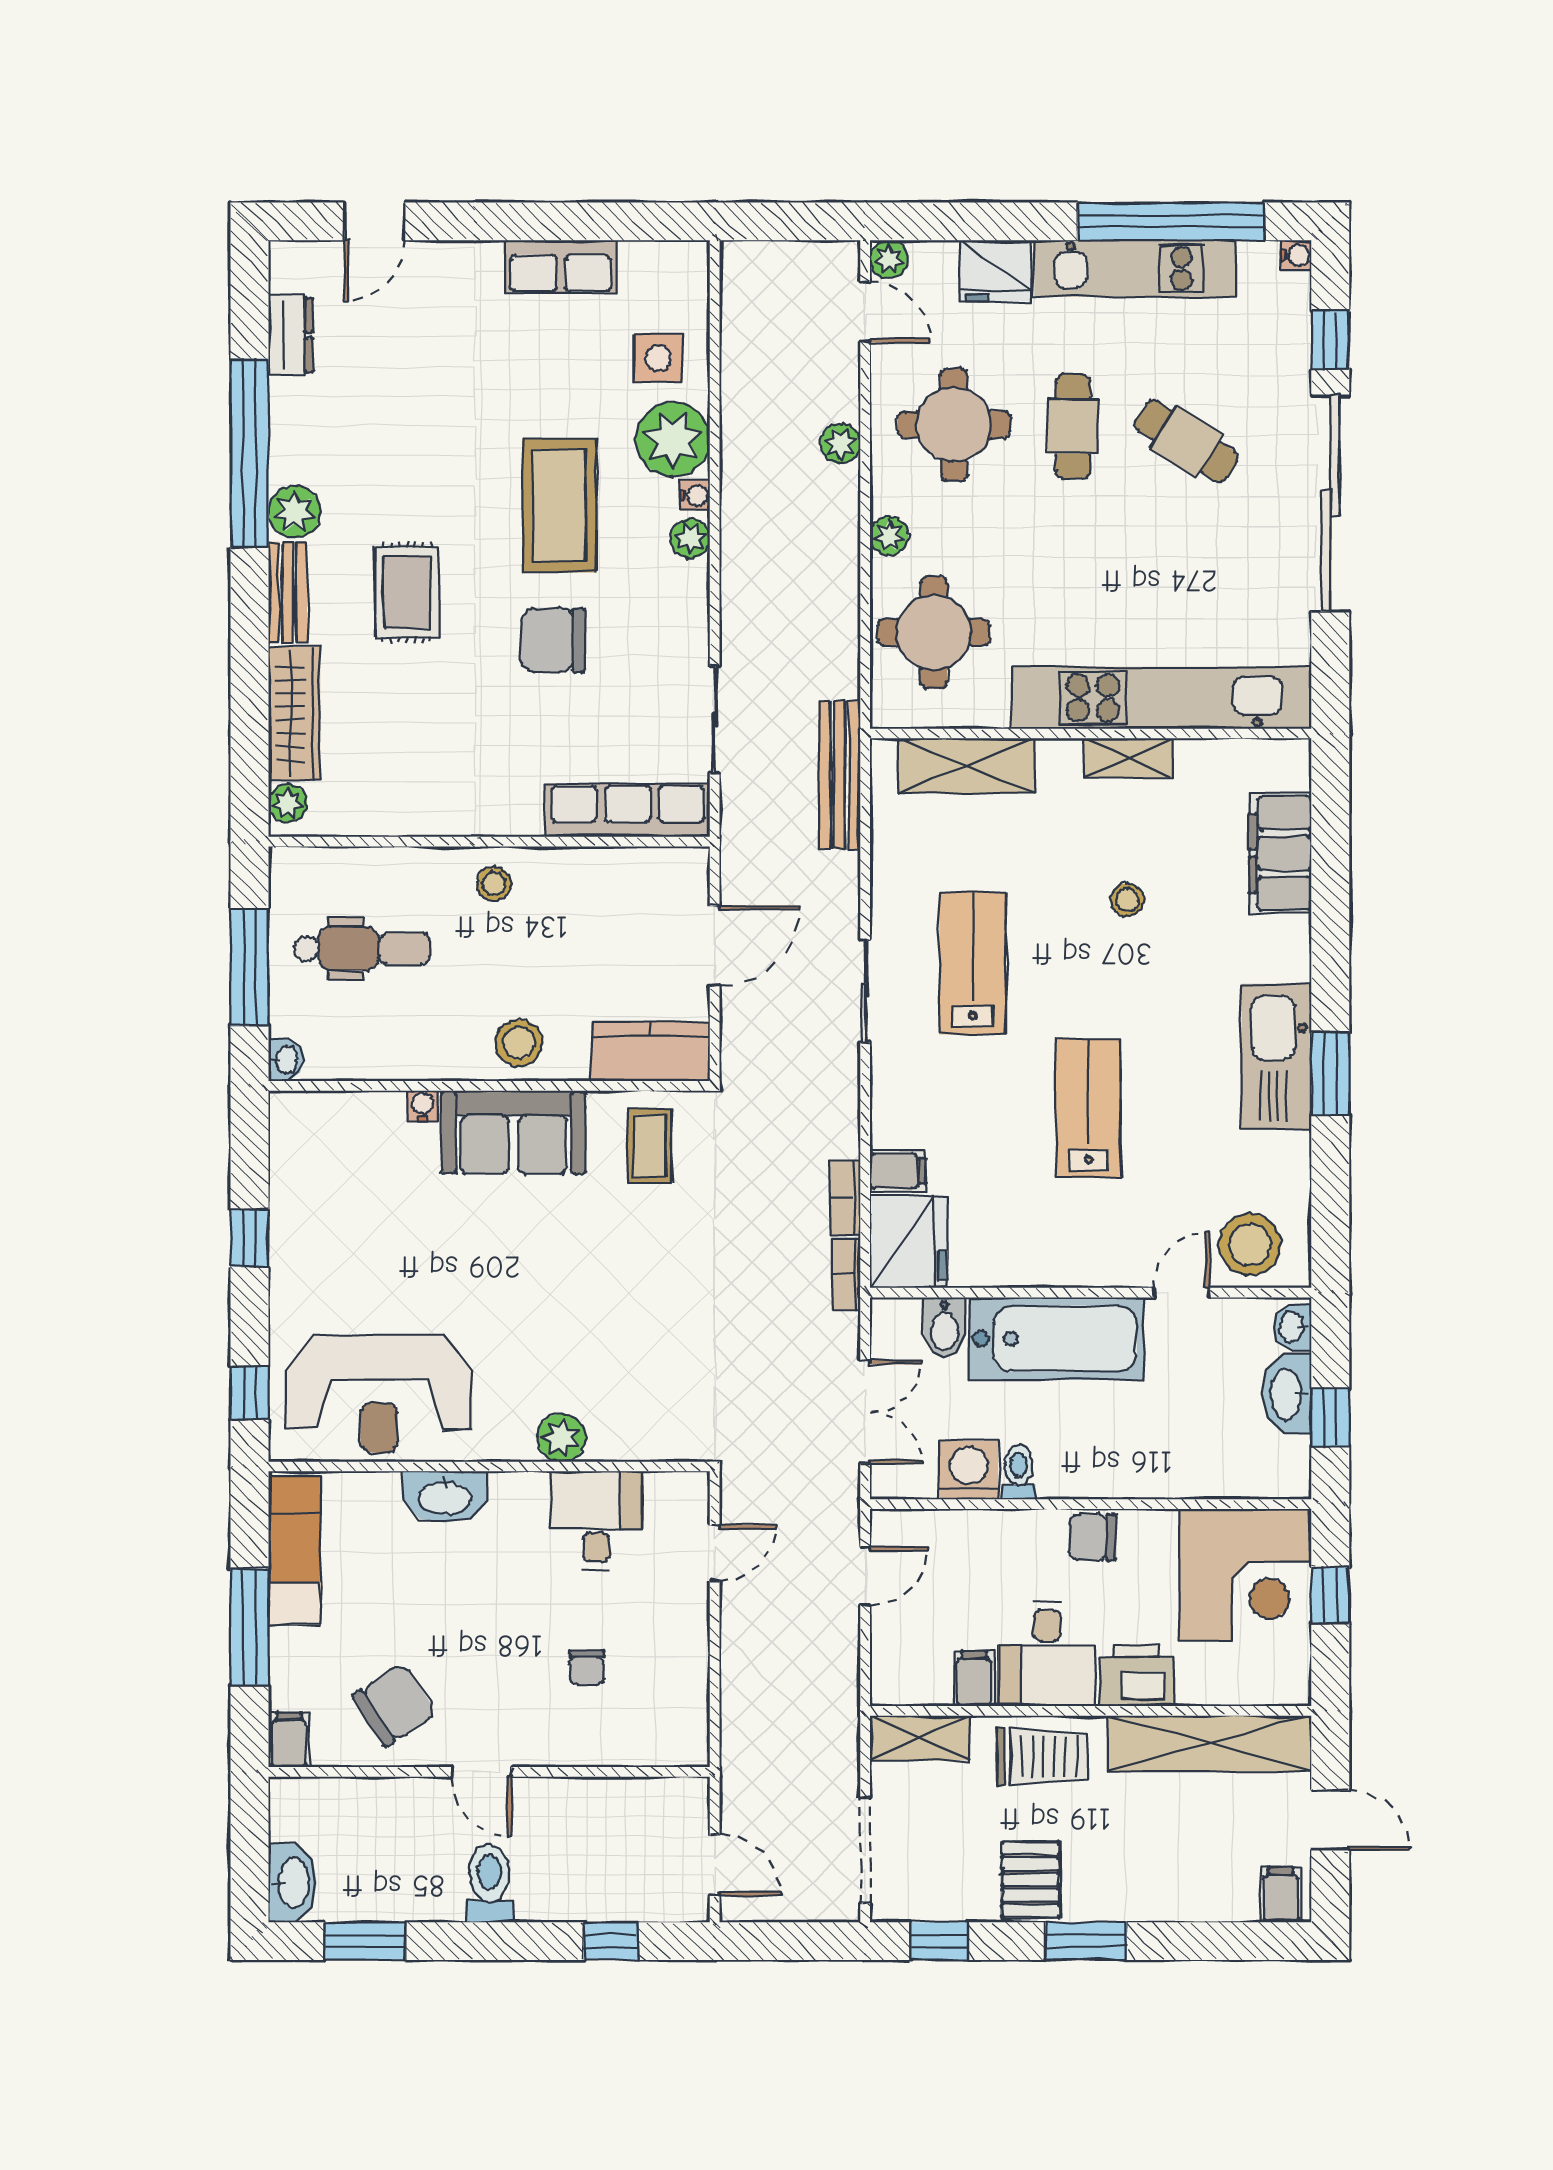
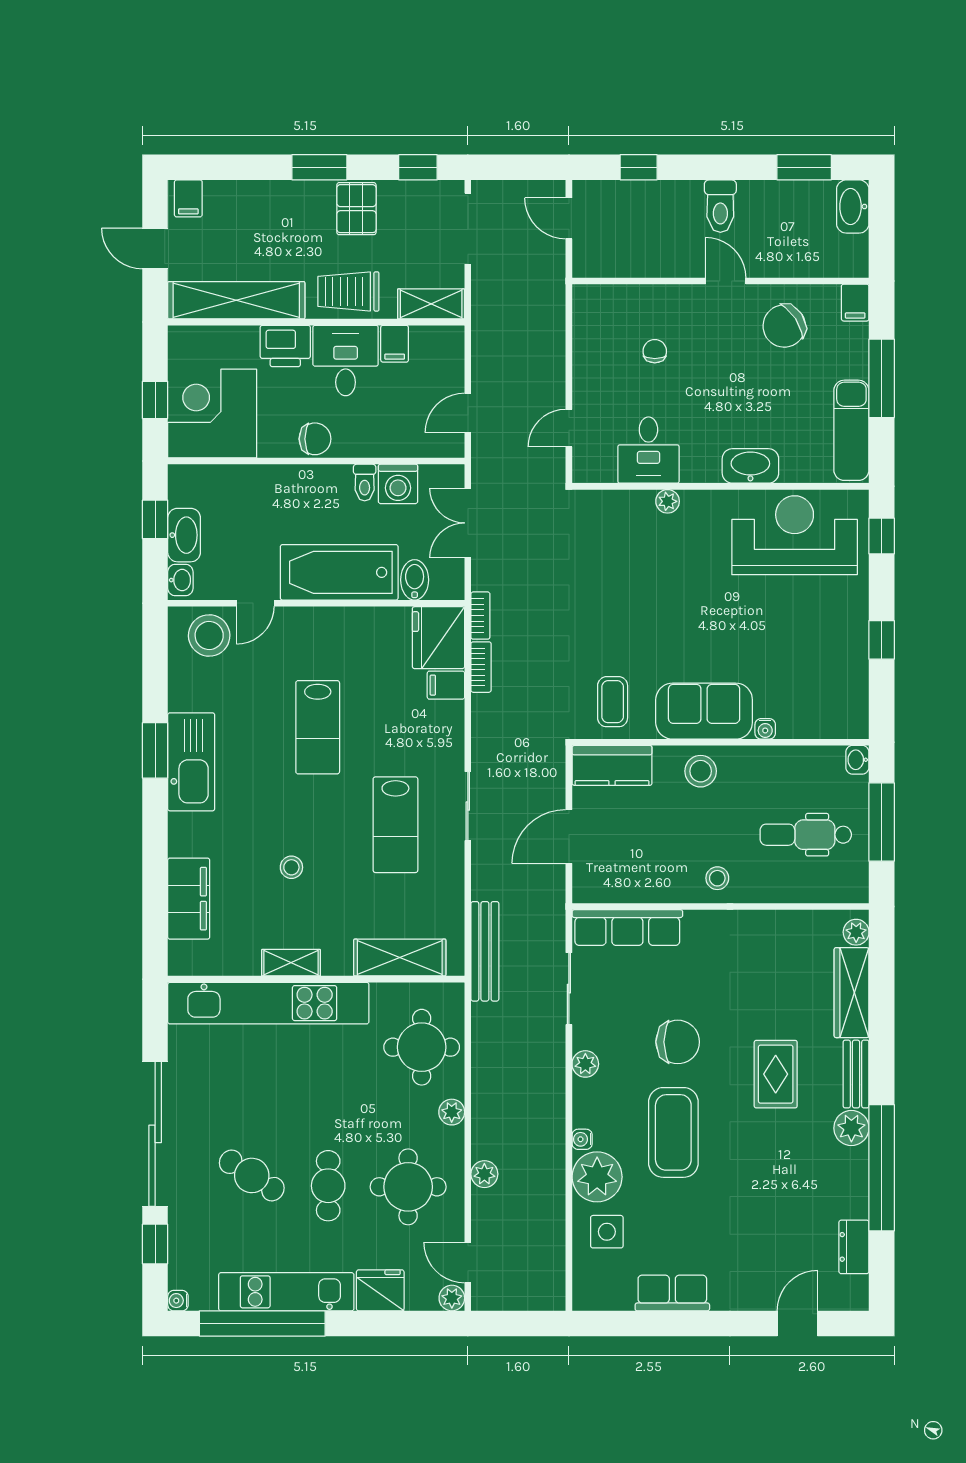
plant: (690, 538) -> (585, 1064), moved
plant: (561, 1438) -> (668, 501), width x0.73, depth x0.73

